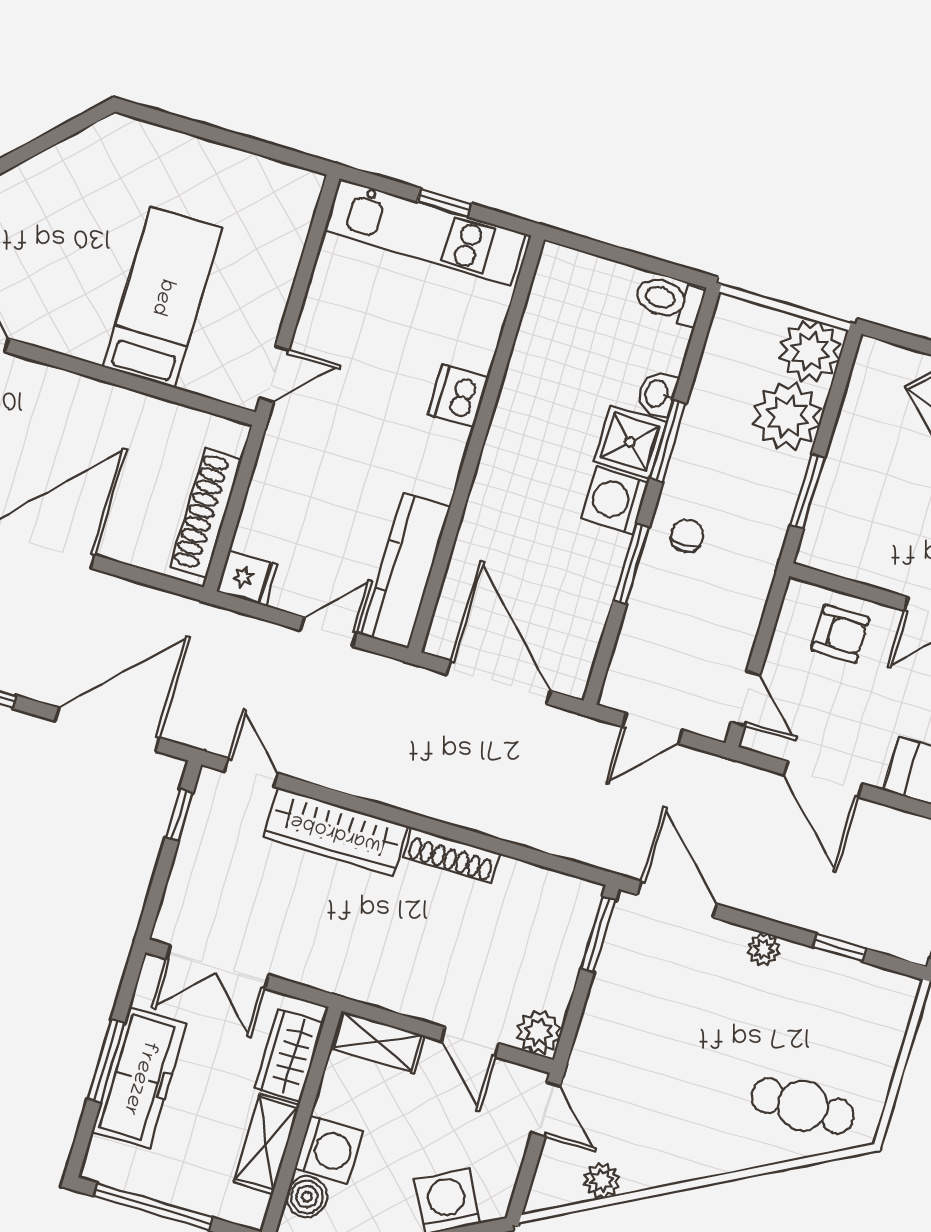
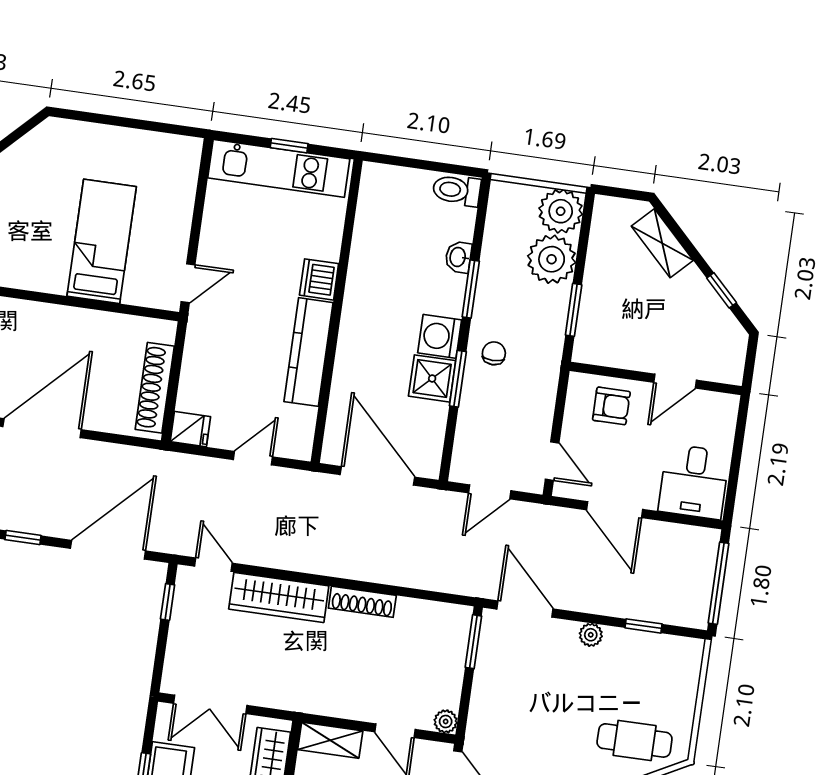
shower: (630, 442) -> (432, 378), moved
kitchen counter: (406, 571) -> (308, 352), moved
plant: (539, 1032) -> (446, 721), width x0.73, depth x0.73

